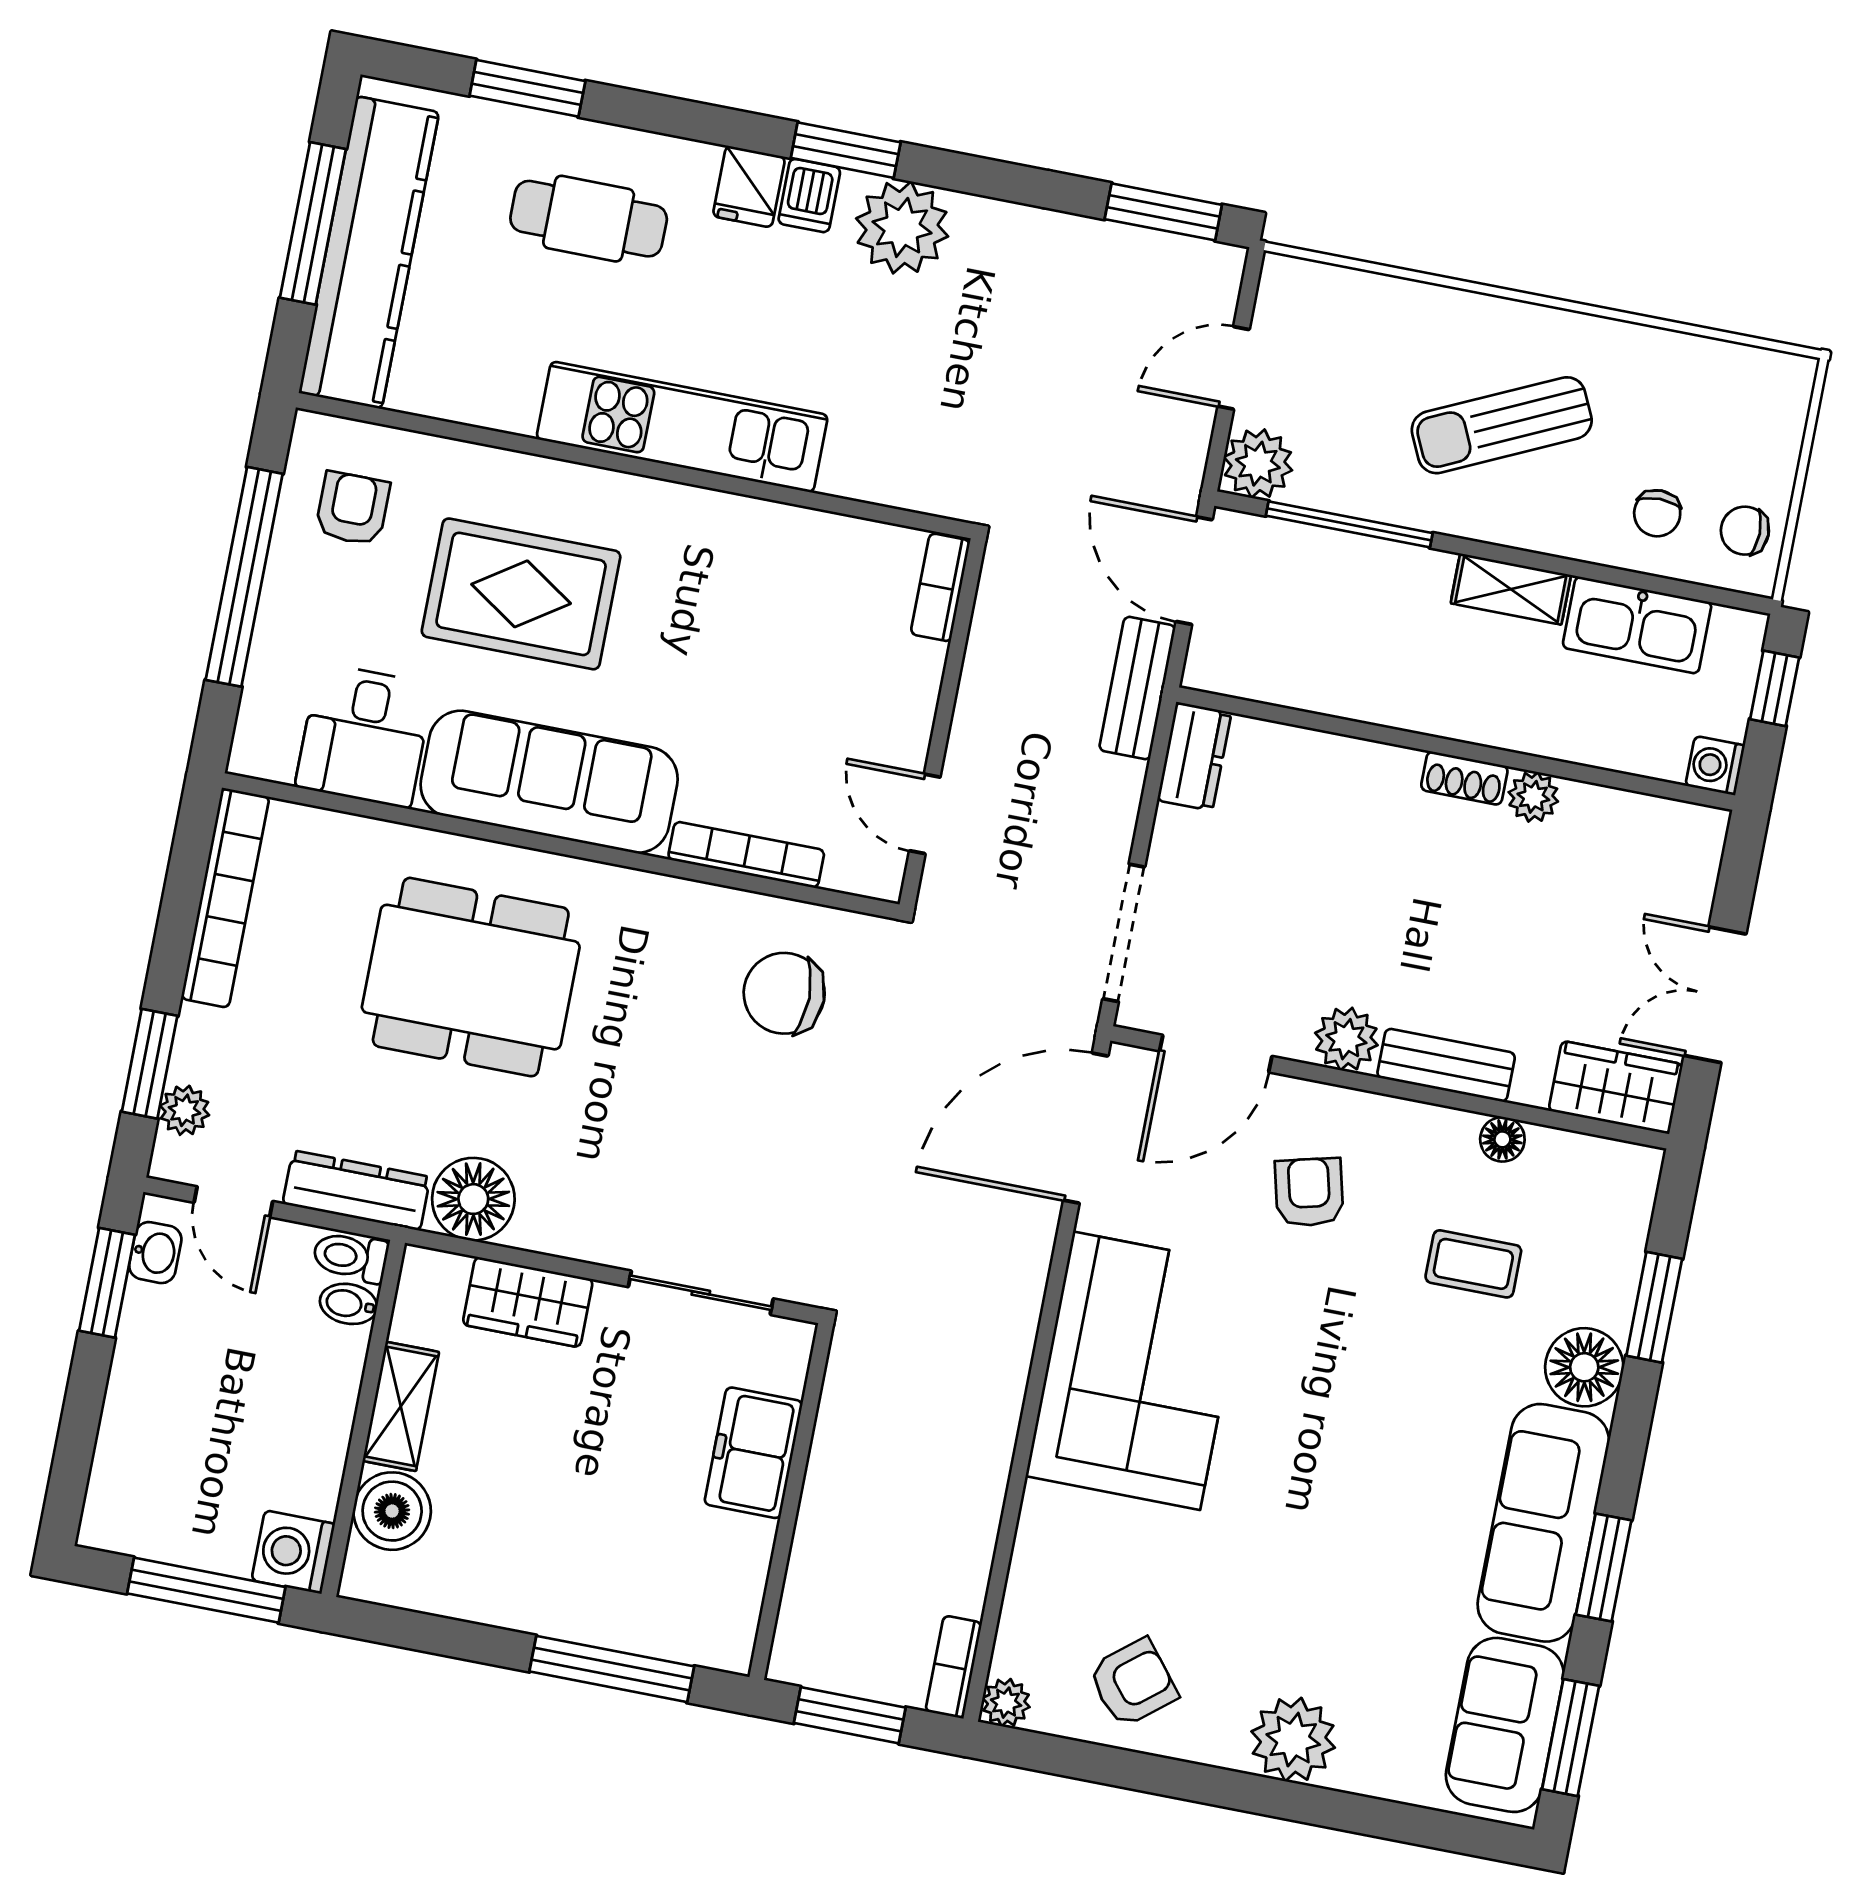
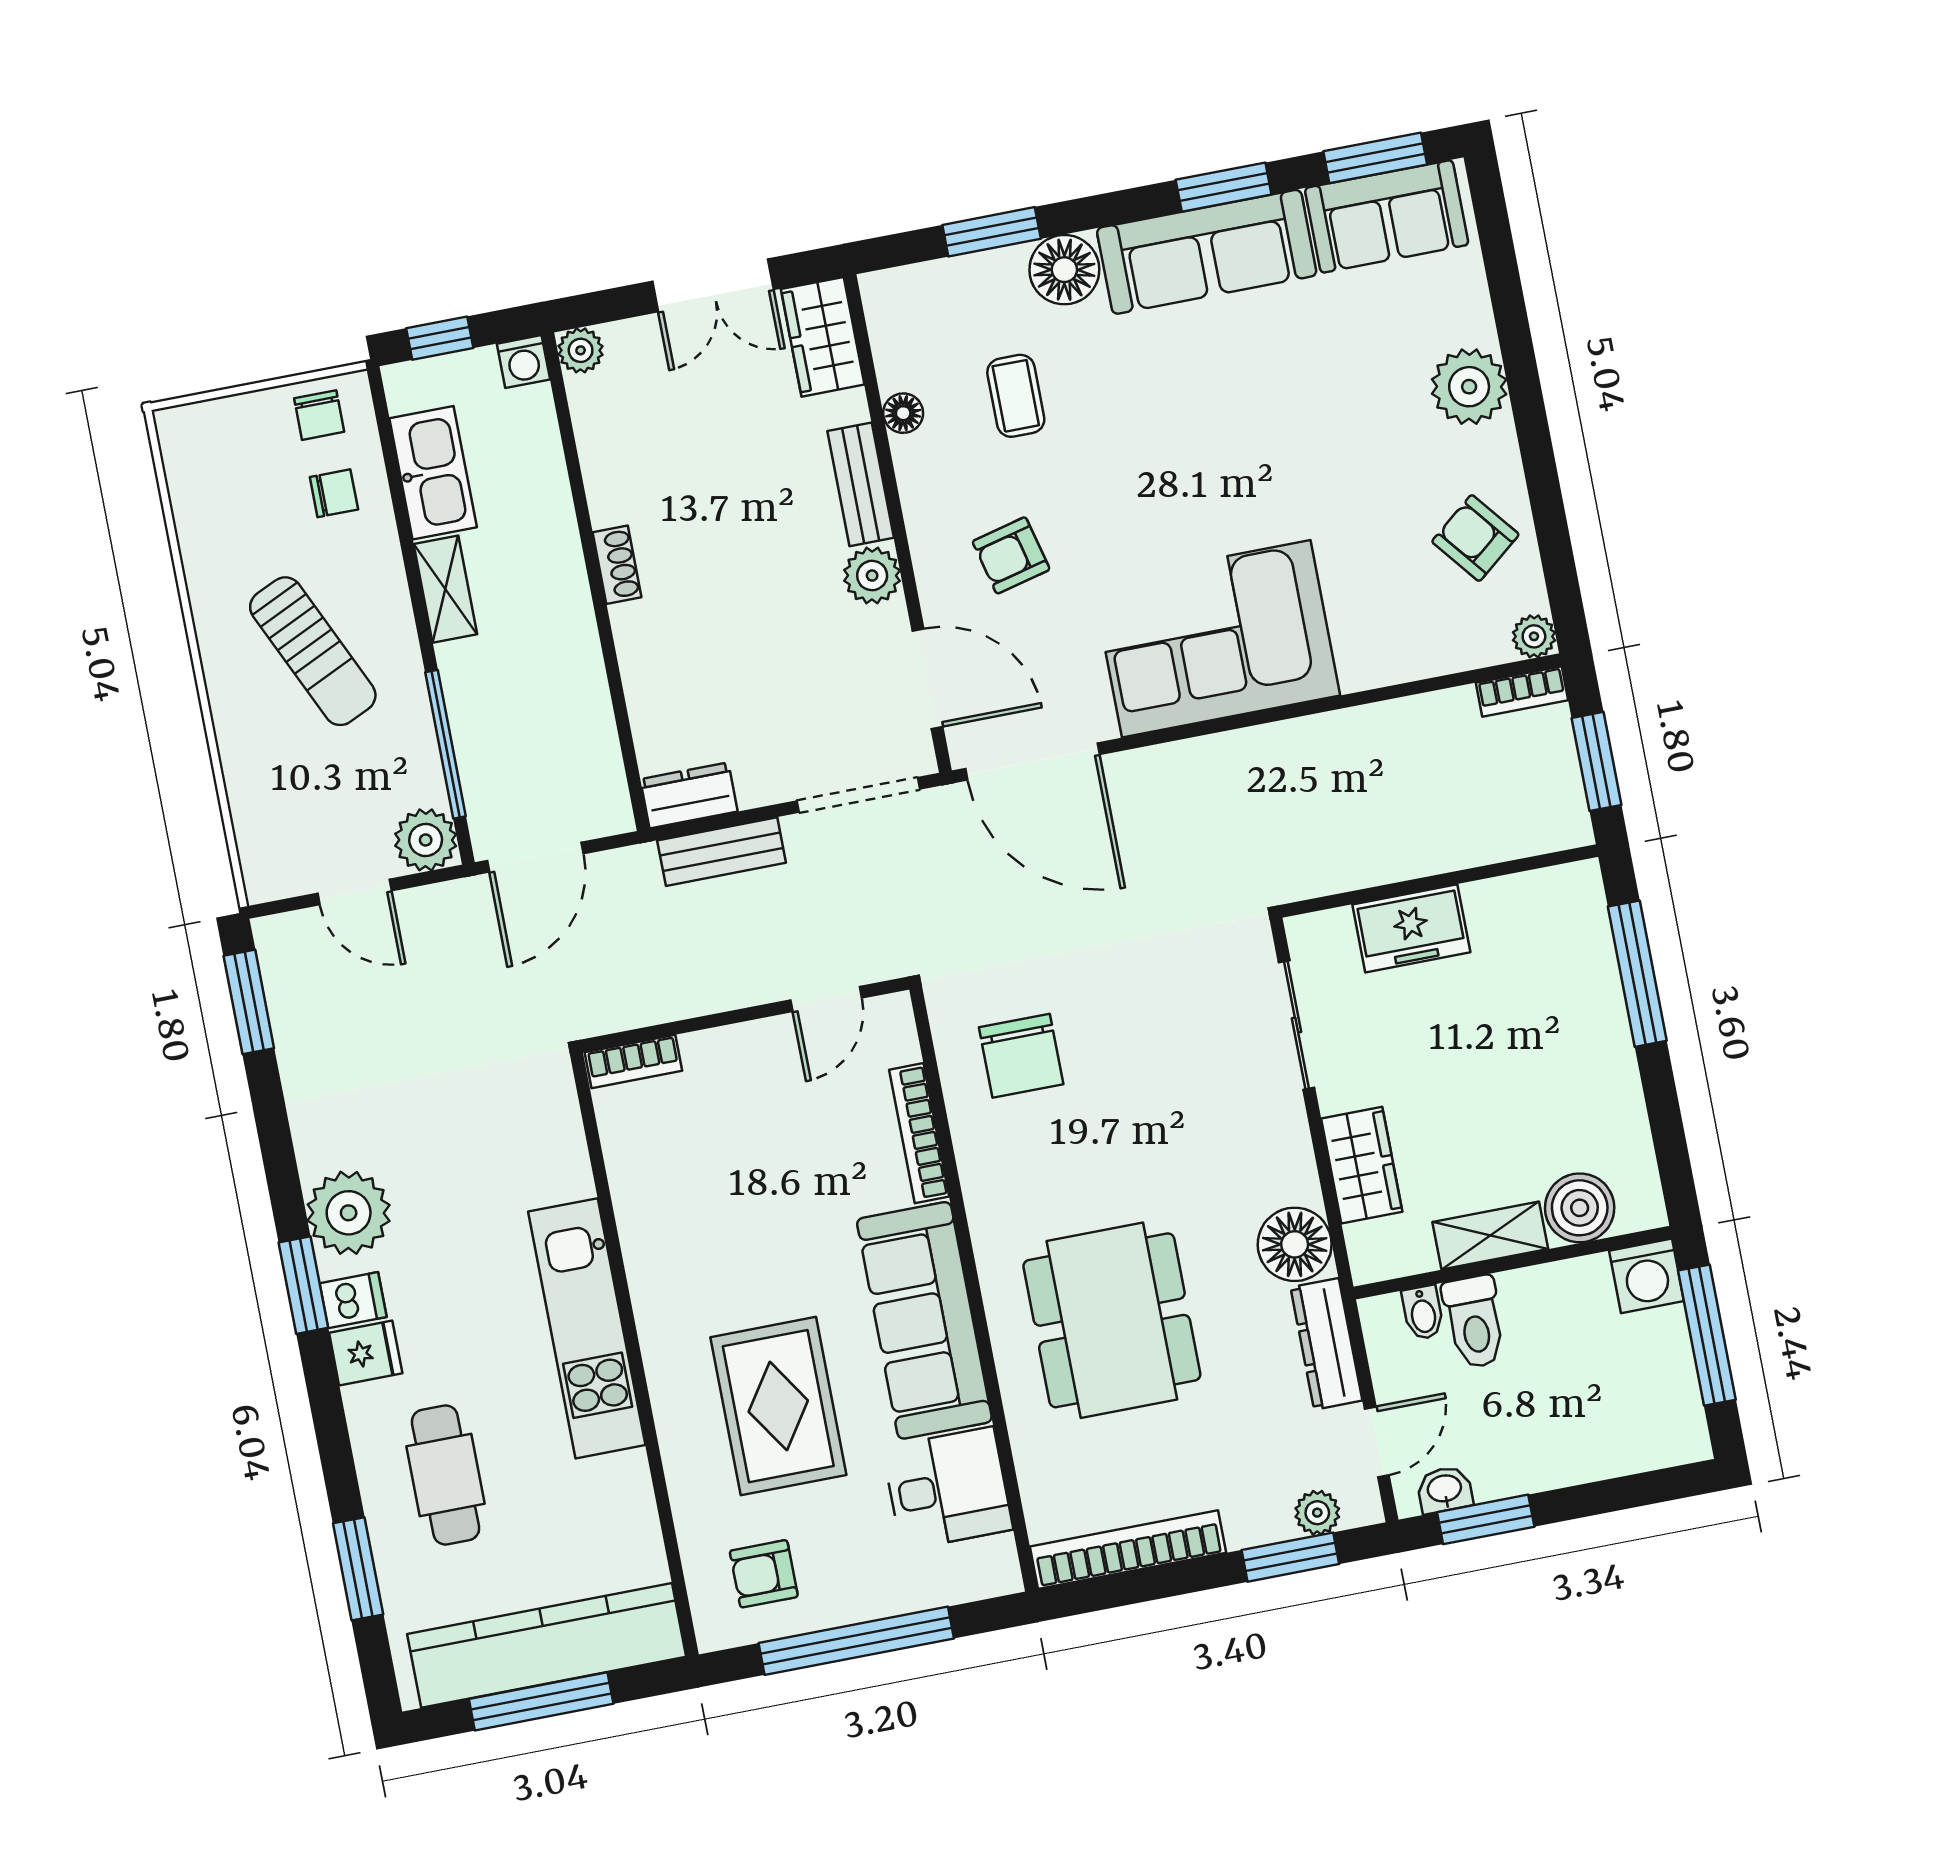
bench: (1137, 688) -> (722, 852), moved
plant: (1533, 797) -> (581, 350), moved
toilet: (350, 1257) -> (1474, 1322), moved, width x1.37, depth x1.39

